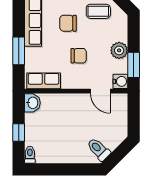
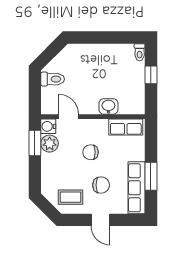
plant: (119, 50) -> (50, 144), moved
window: (19, 51) -> (151, 176), moved
washbasin: (32, 103) -> (108, 106), moved, turned 90
toilet: (99, 149) -> (53, 79), moved, turned -45

